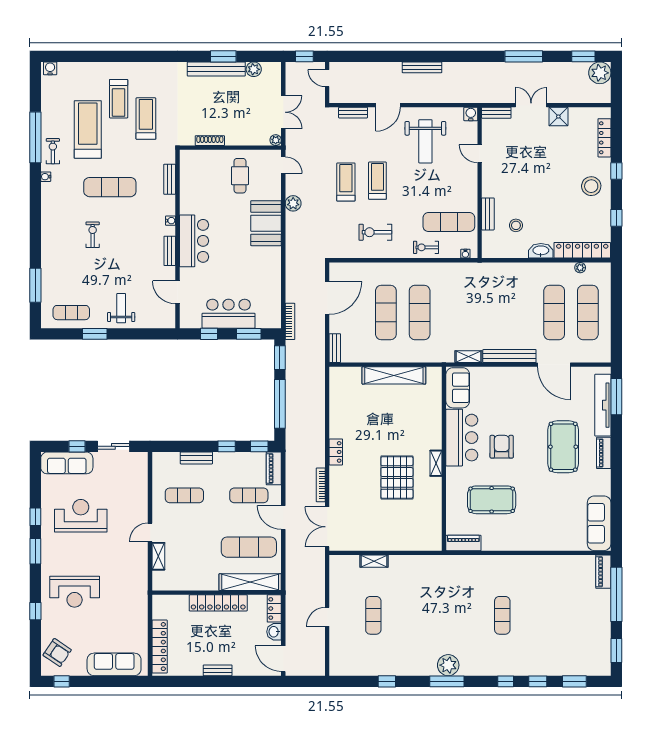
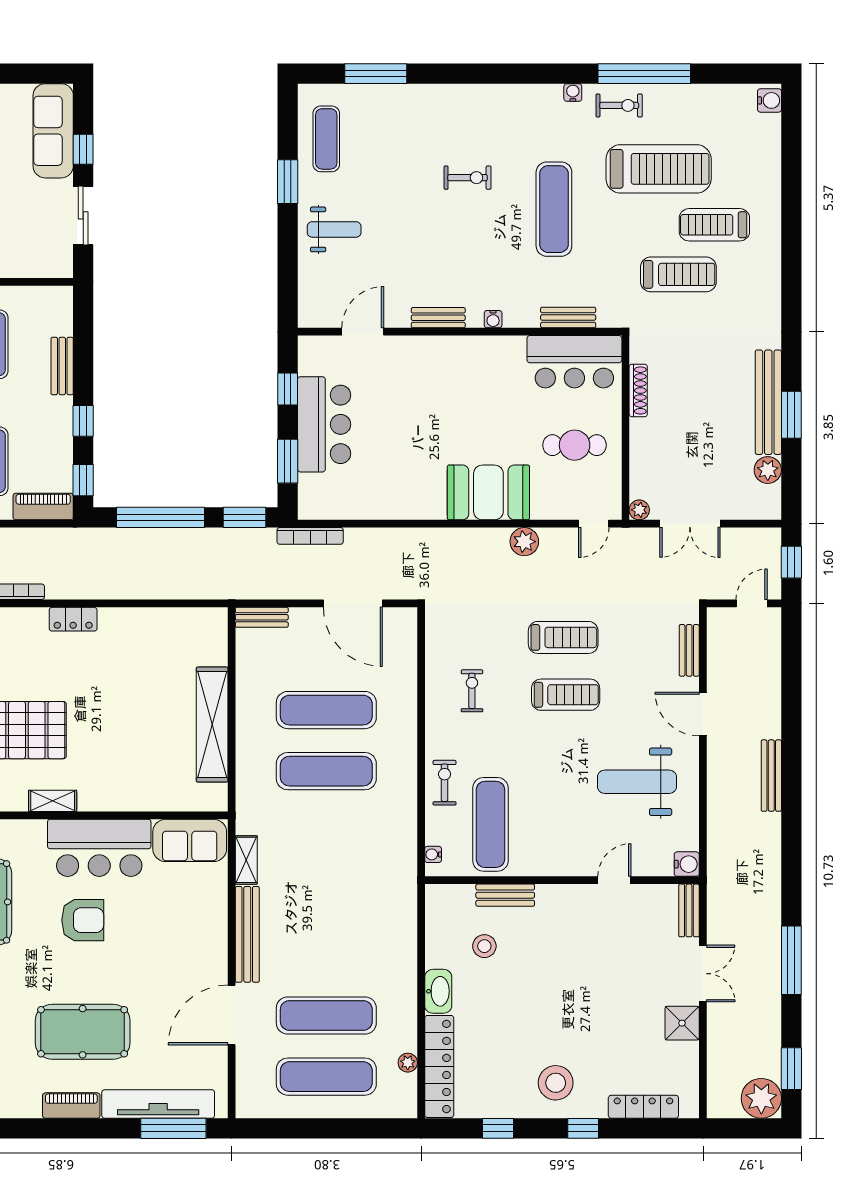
exercise bike: (375, 232) -> (472, 691), width x0.73, depth x0.72
bar counter: (194, 241) -> (574, 362), moved

